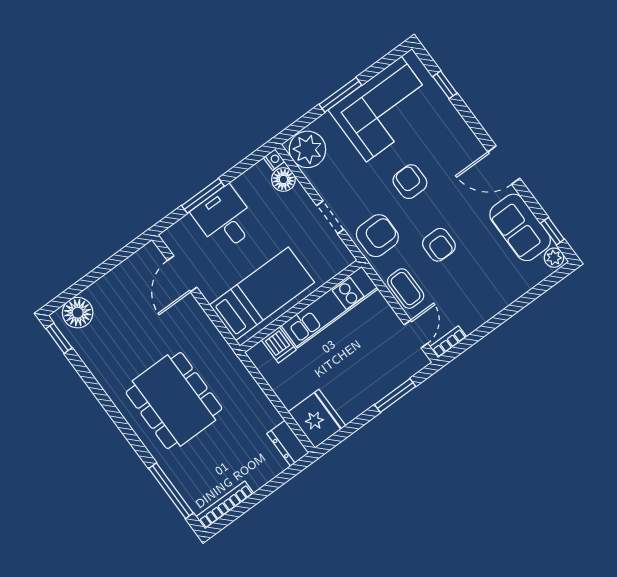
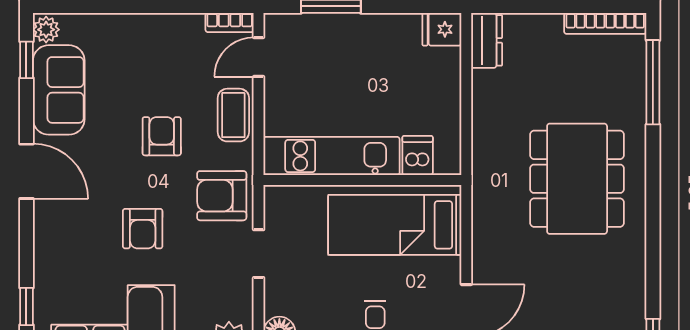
fridge: (317, 419) -> (442, 29), width x0.53, depth x0.75

